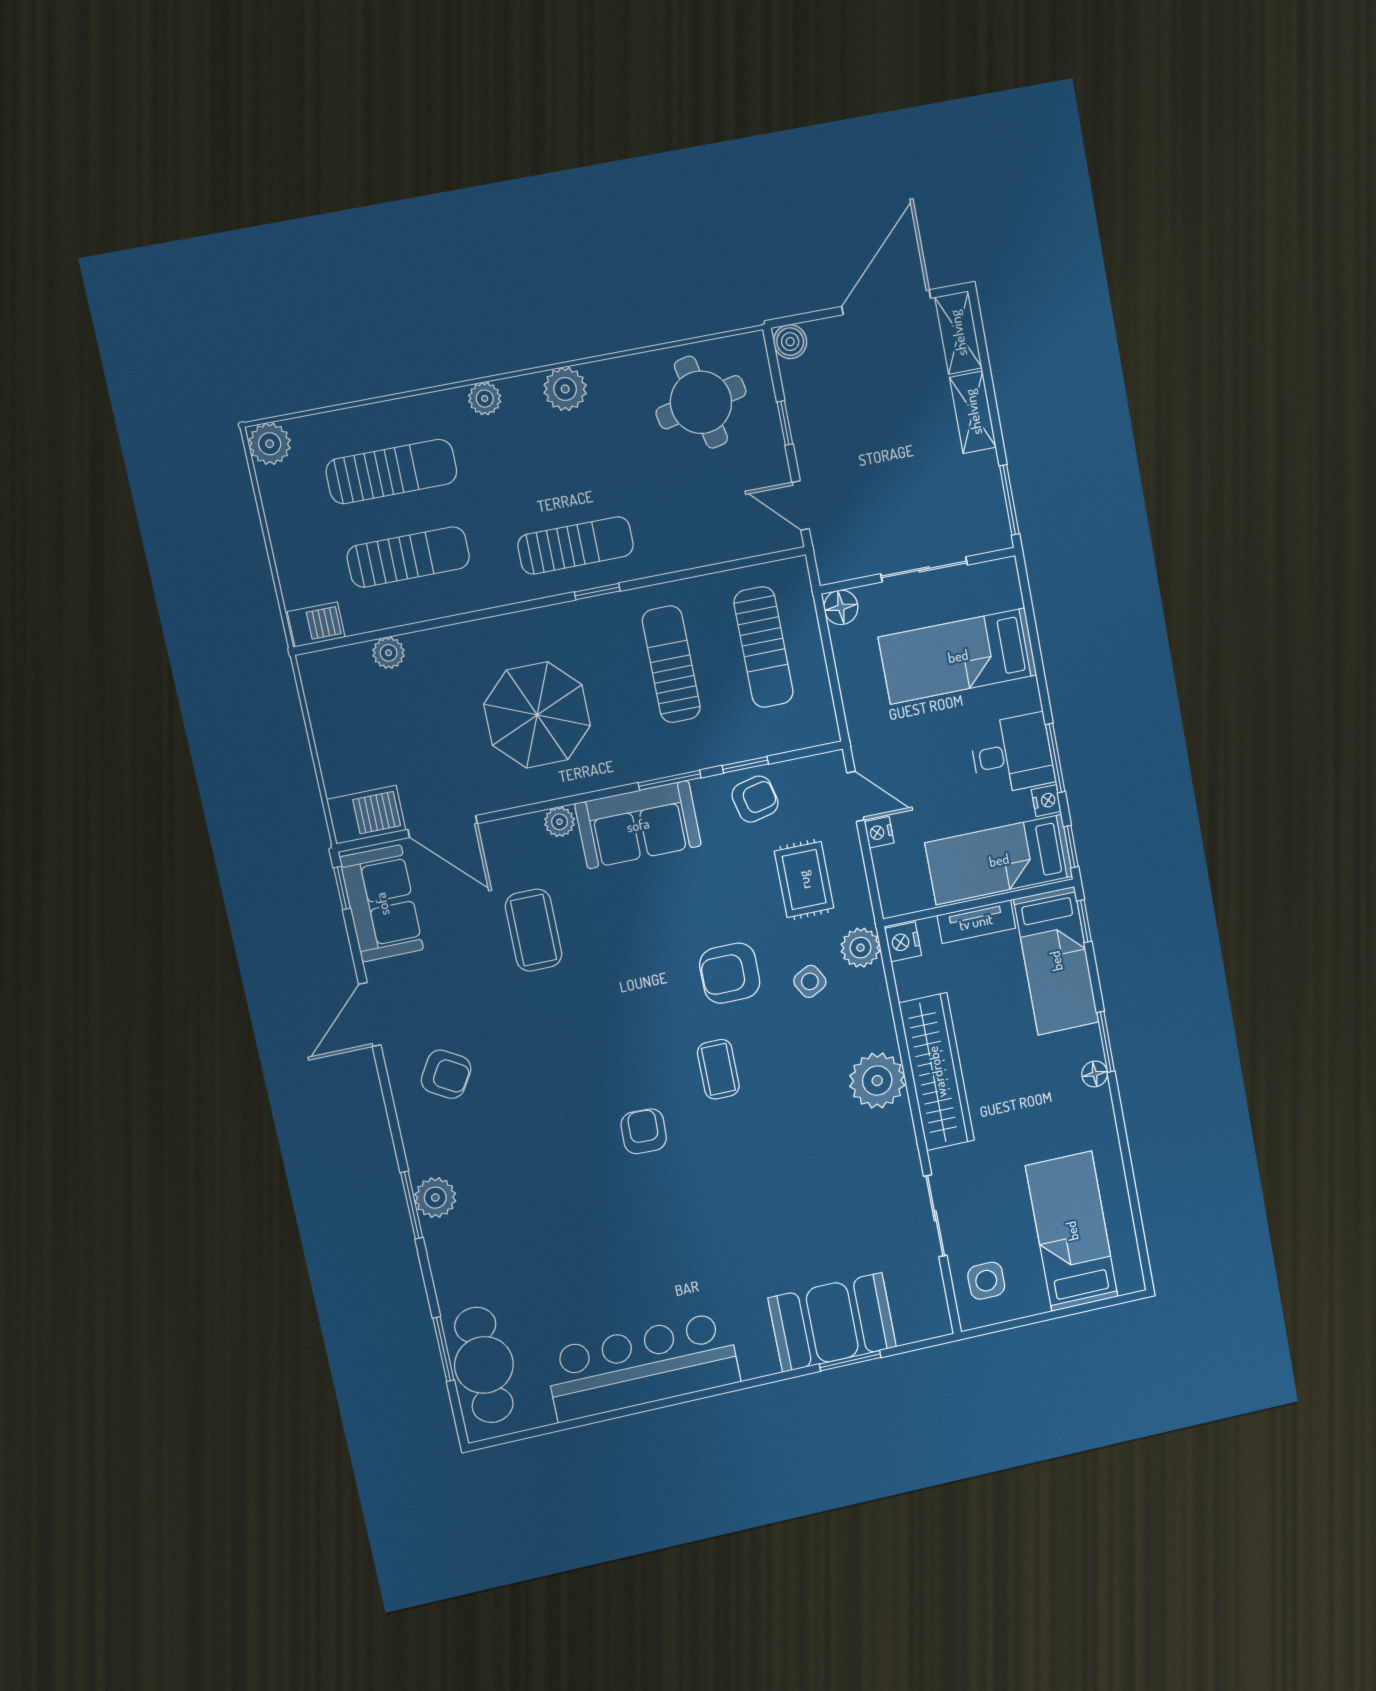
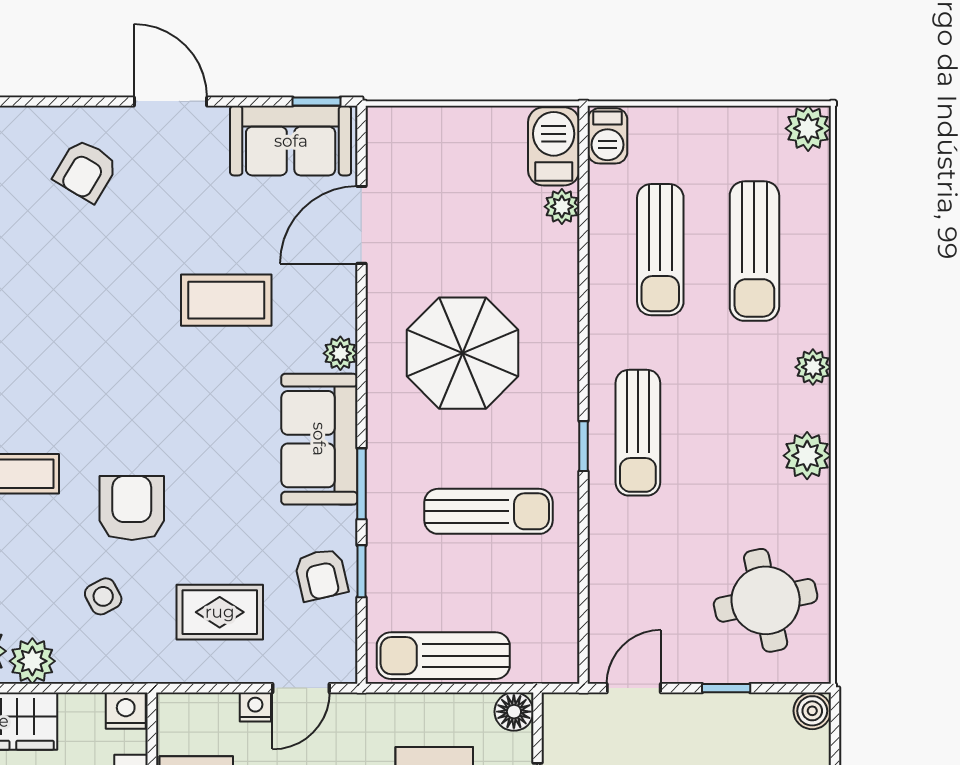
sun lounger: (764, 647) -> (443, 656), moved
barbecue: (366, 815) -> (554, 146), moved, turned 180
plant: (860, 948) -> (32, 661), moved

